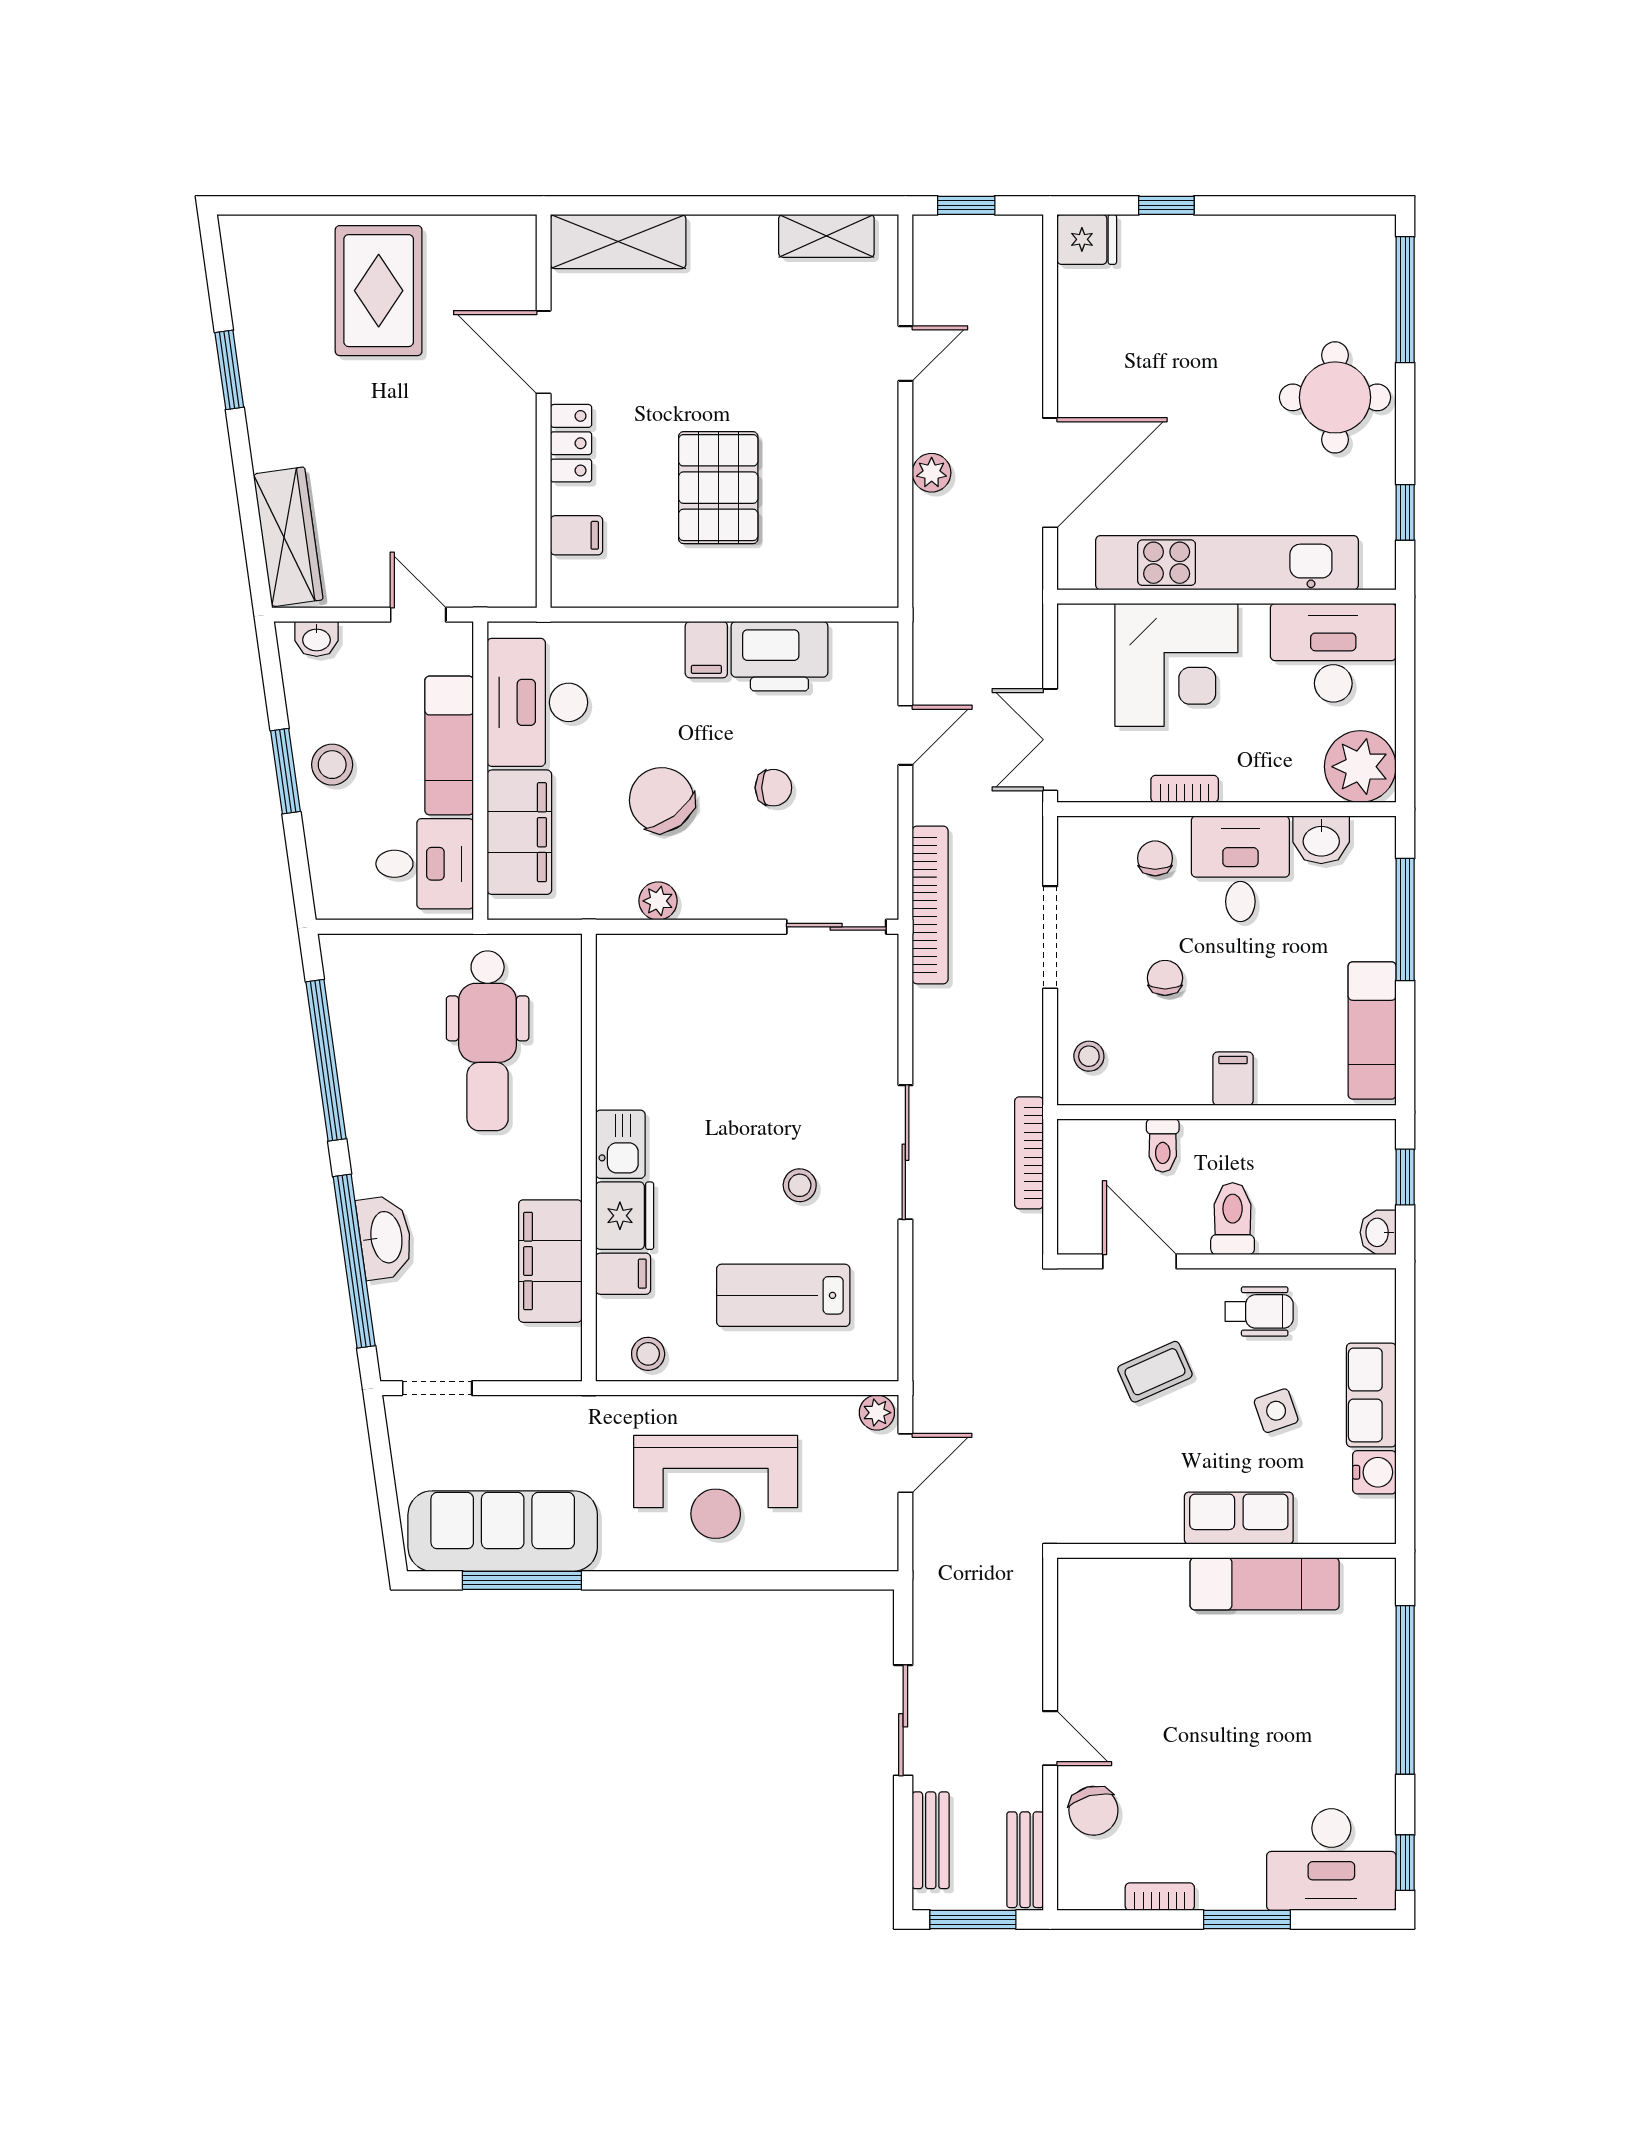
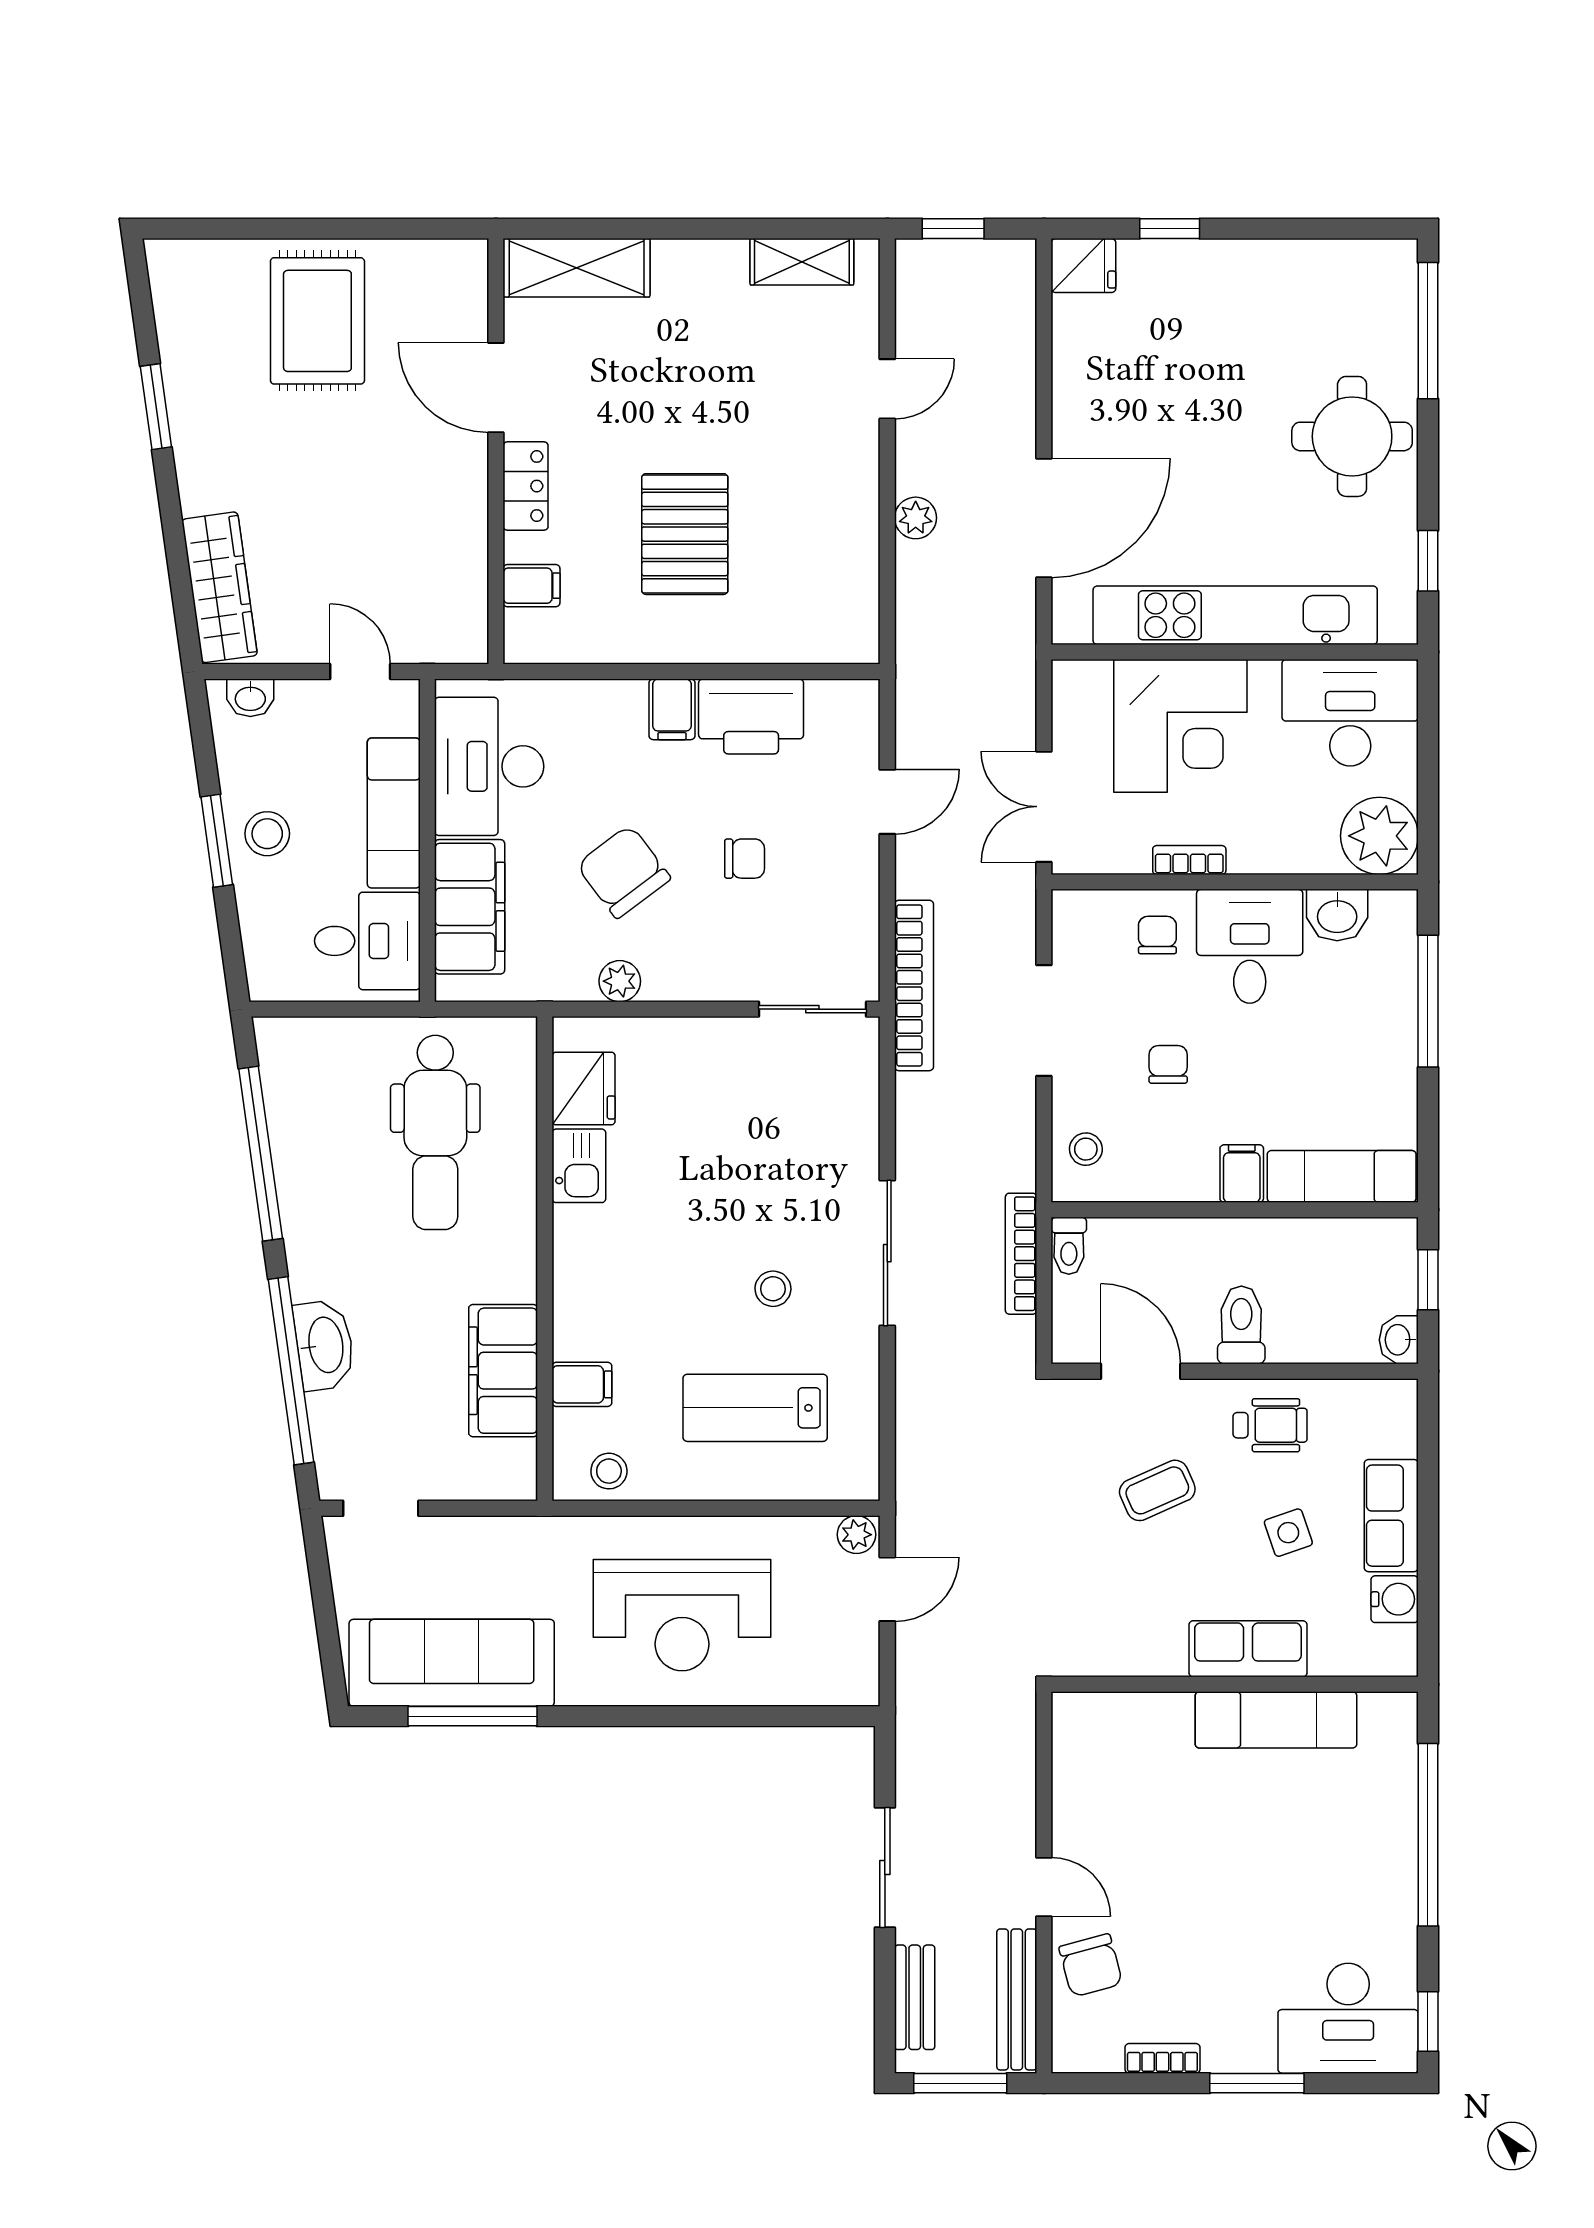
exam couch: (1372, 1030) -> (1342, 1176), moved, turned 90
kitchen sink: (620, 1144) -> (579, 1166), moved
toilet: (1163, 1146) -> (1069, 1246), moved
fridge: (625, 1216) -> (584, 1088), moved
bench: (1025, 1860) -> (1017, 1999), width x1.36

